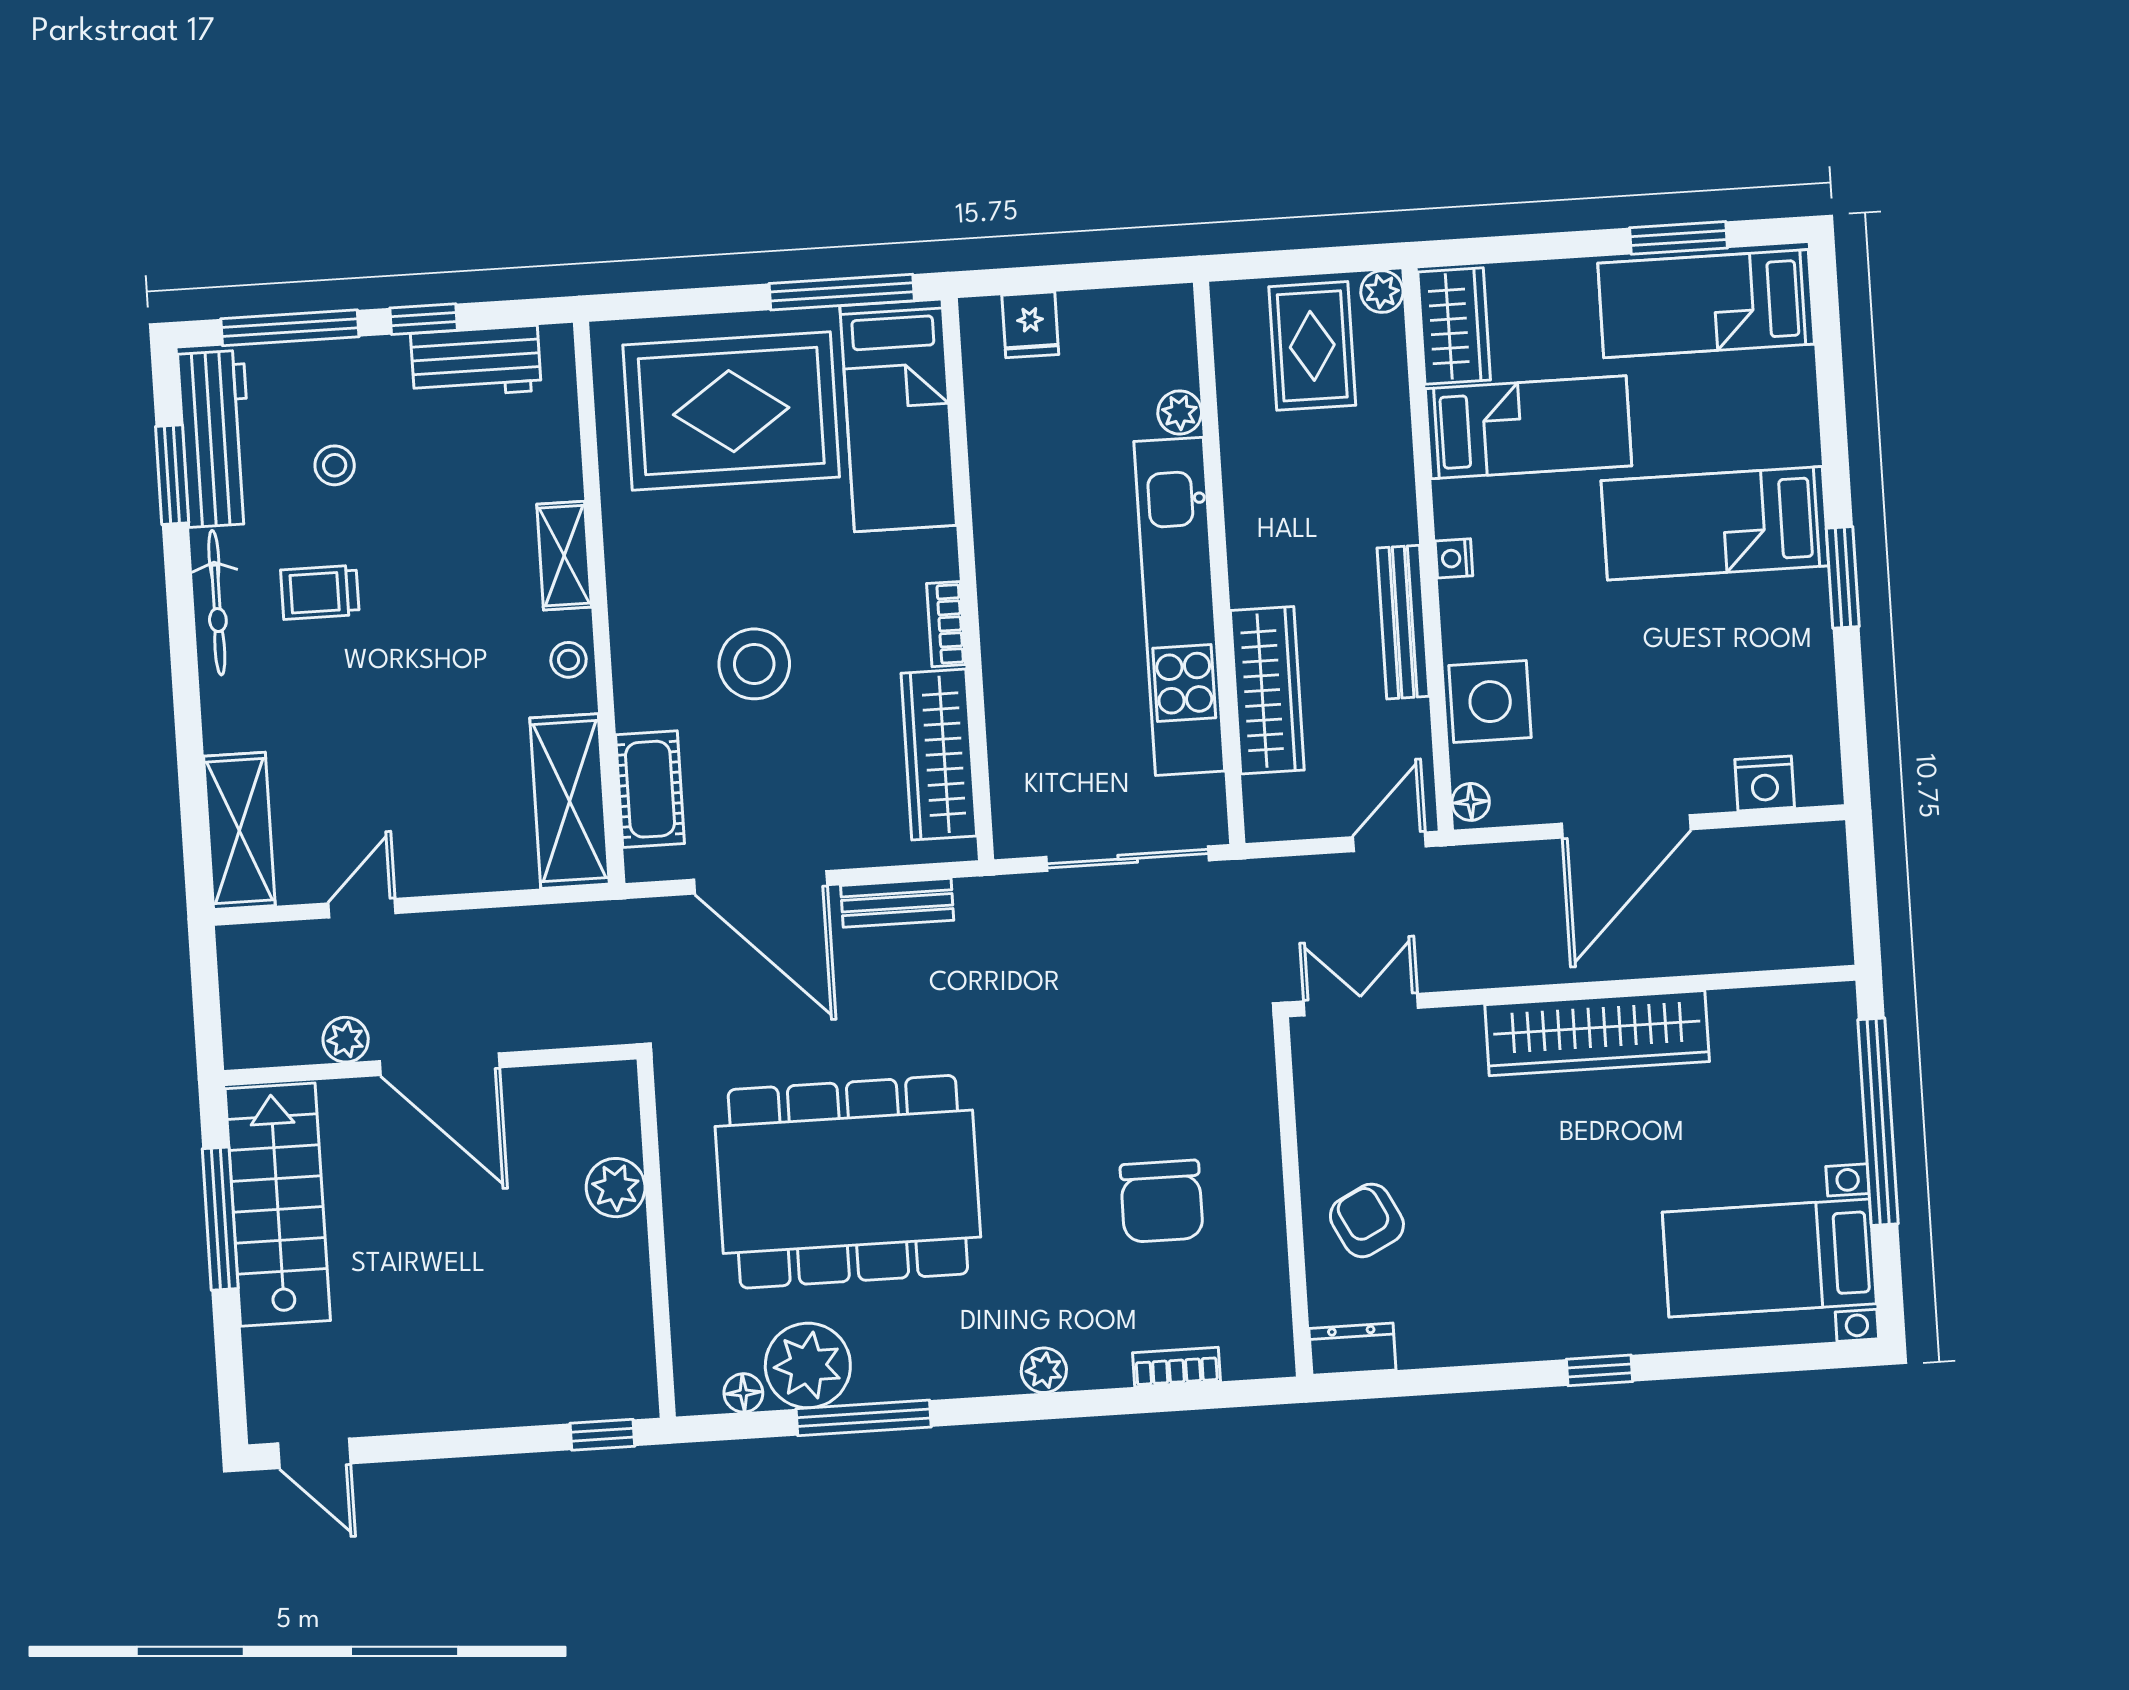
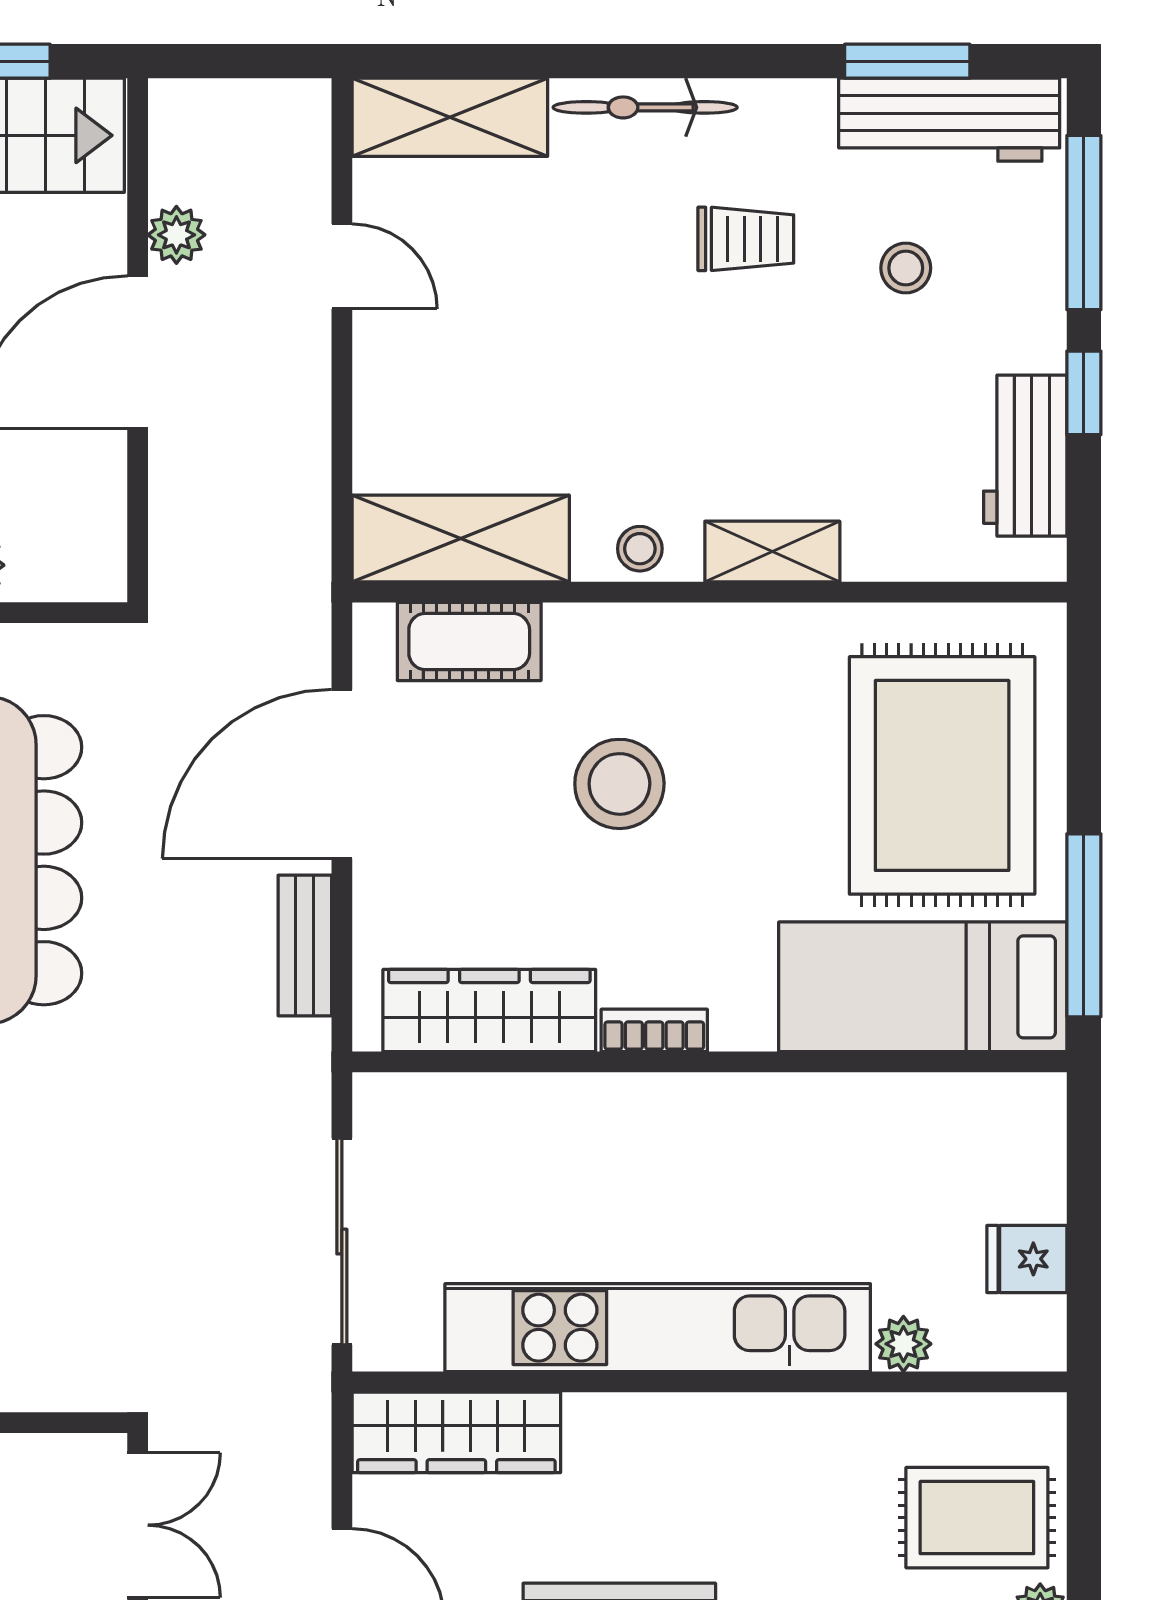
fridge: (1030, 325) -> (1027, 1259), moved
trolley: (320, 592) -> (746, 239), turned 90
bicycle: (217, 603) -> (645, 107), moved
wardrobe: (1267, 690) -> (456, 1432), moved

